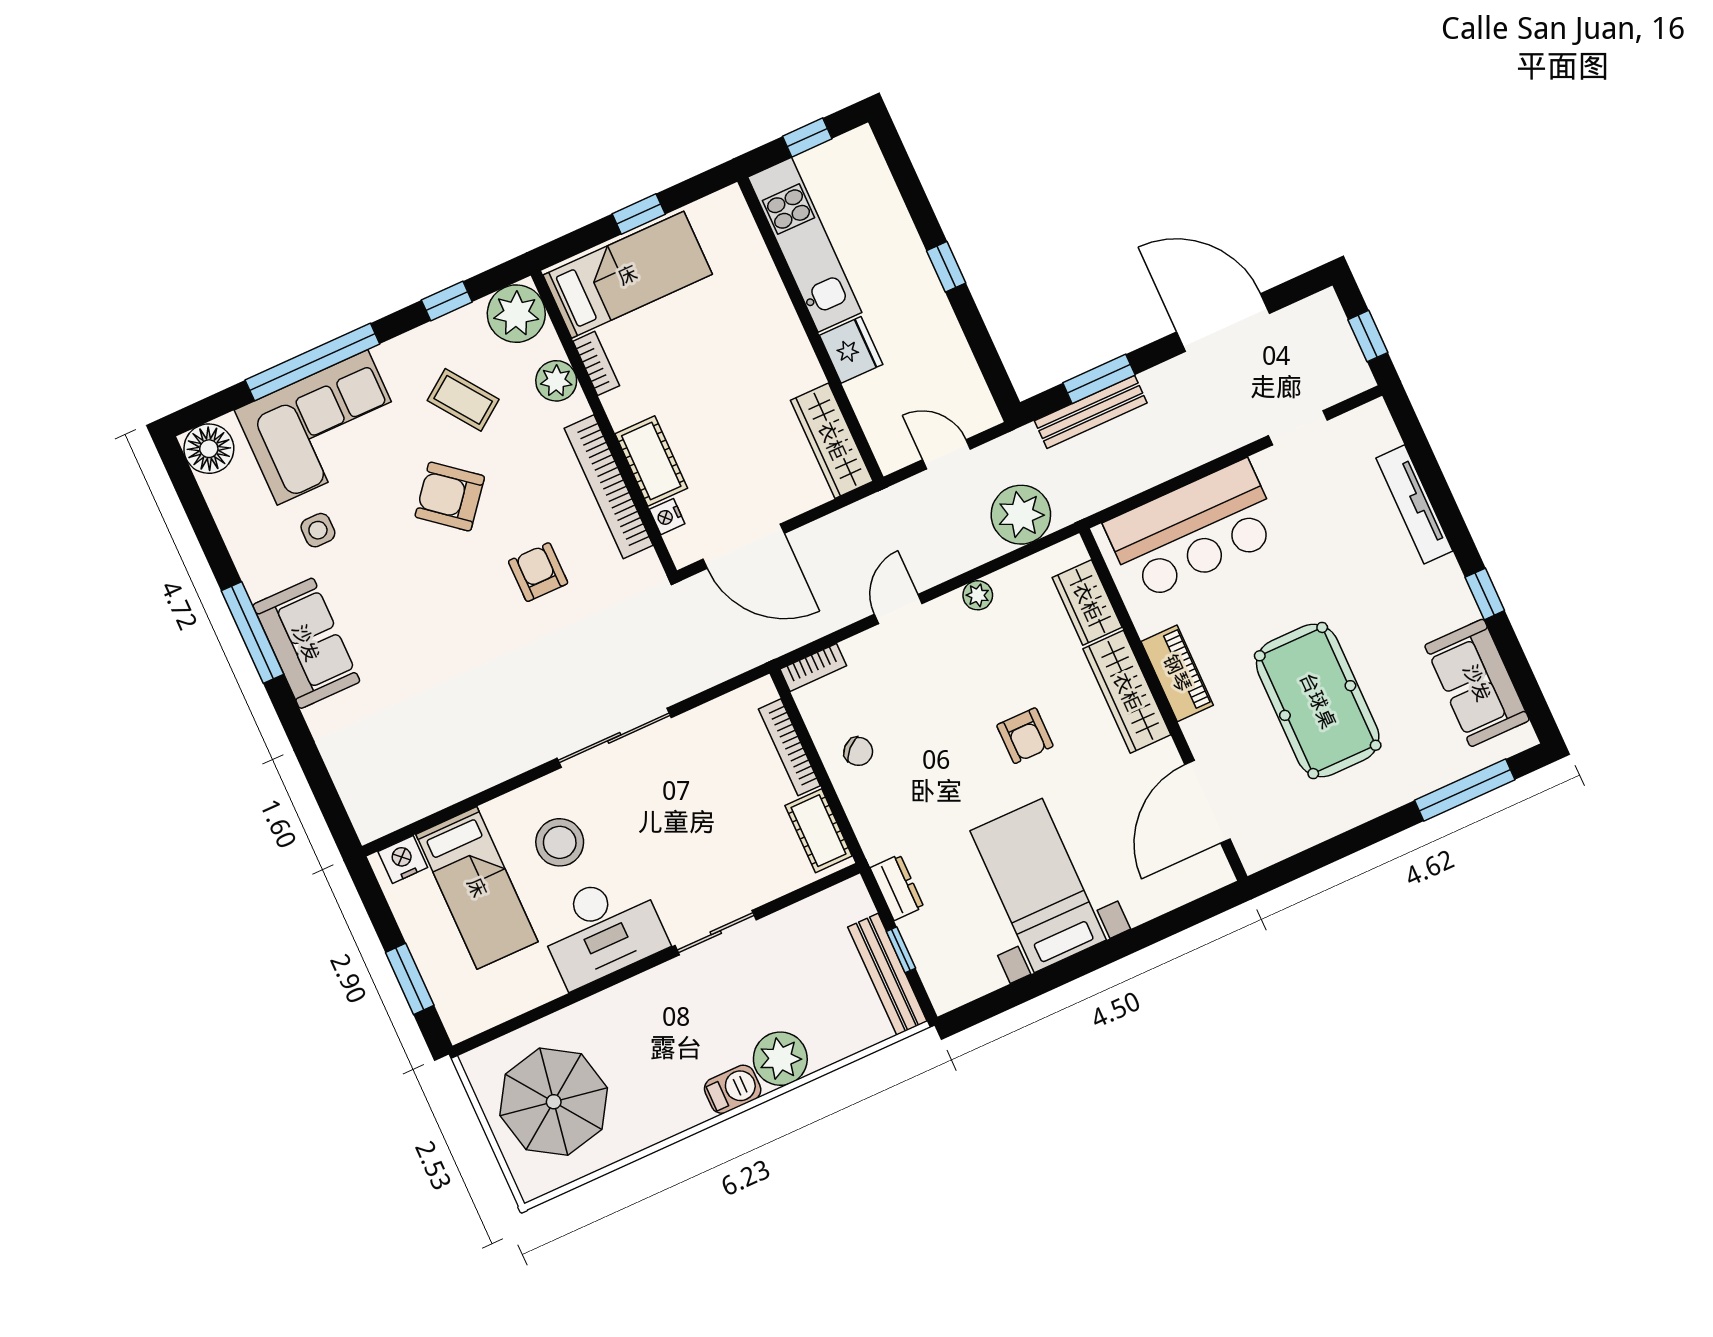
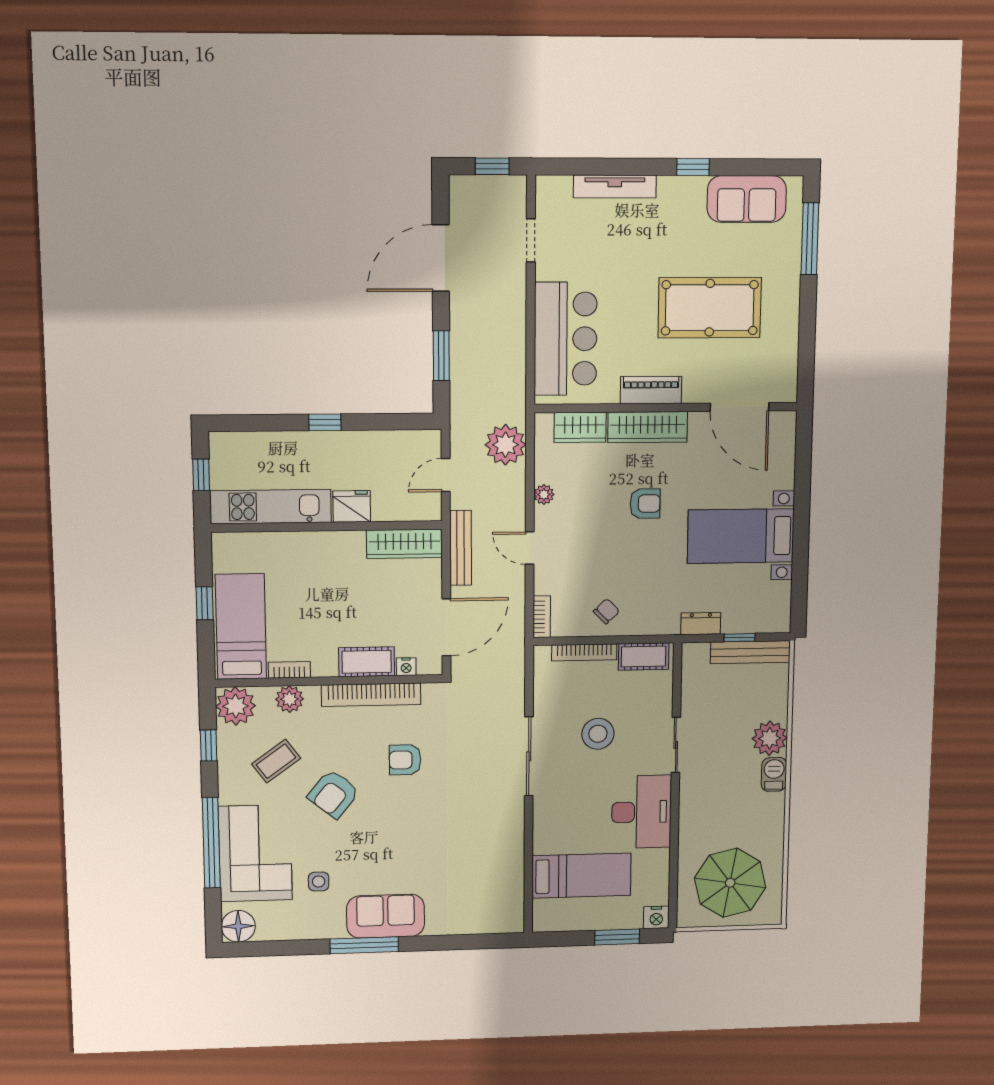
bench: (1091, 412) -> (461, 548), moved
stool: (560, 842) -> (598, 734), moved
nightstand: (403, 859) -> (656, 917), moved, turned -90

